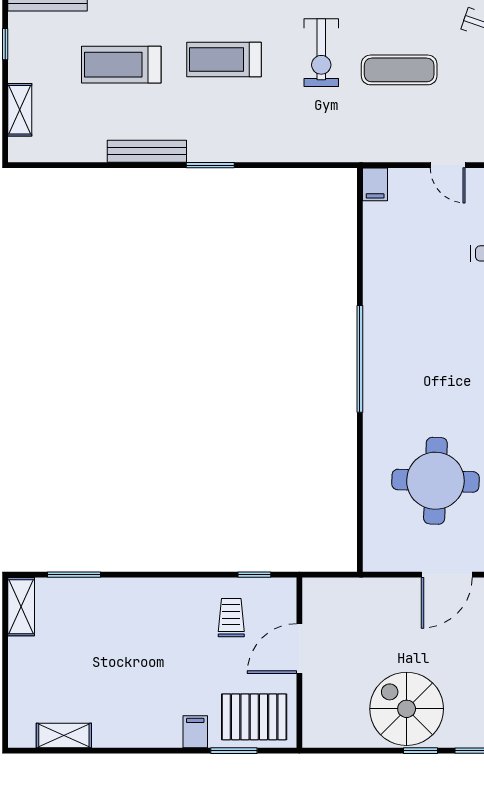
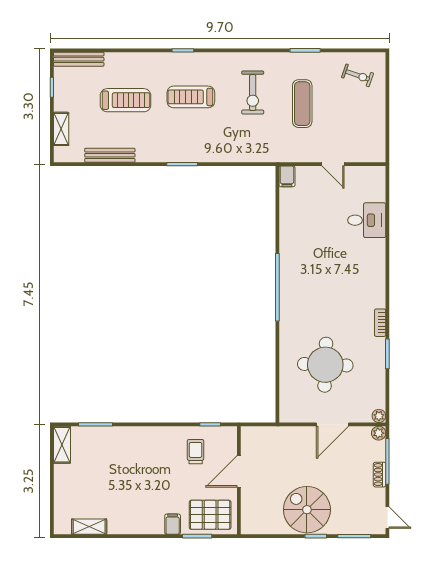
treadmill: (121, 65) -> (126, 100), turned 180
exercise mat: (399, 70) -> (302, 104), turned 90
bench: (147, 151) -> (110, 155), moved

